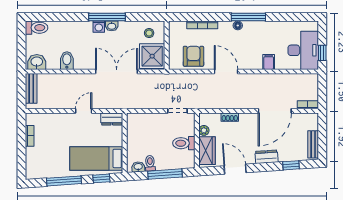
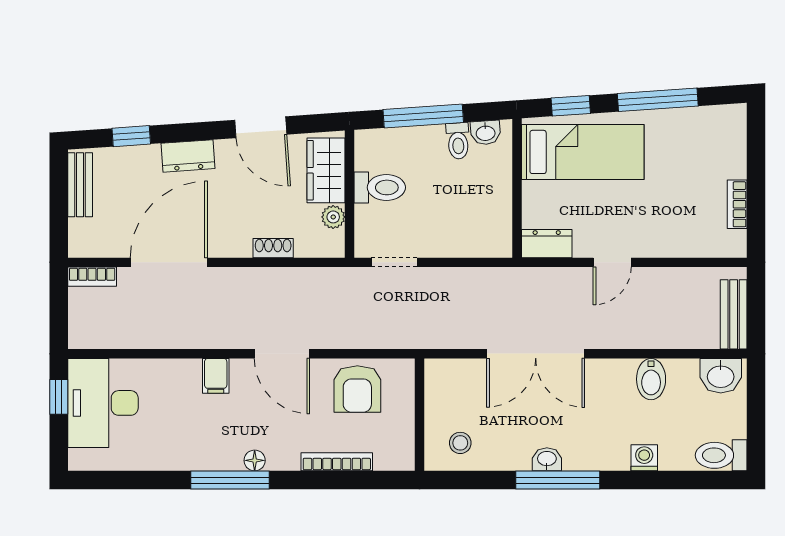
washing machine: (99, 27) -> (644, 458), moved
shower: (152, 56) -> (453, 389), removed
filing cabinet: (269, 62) -> (216, 376), moved

